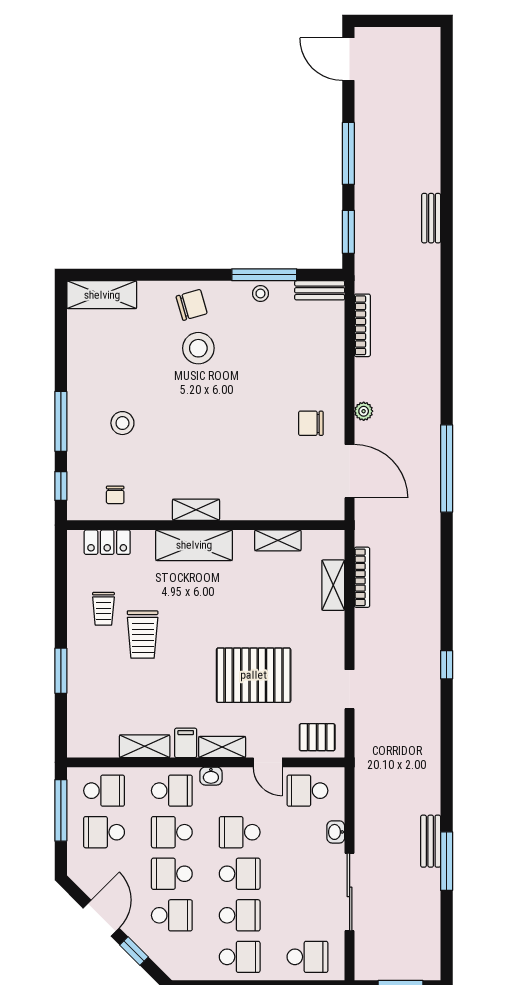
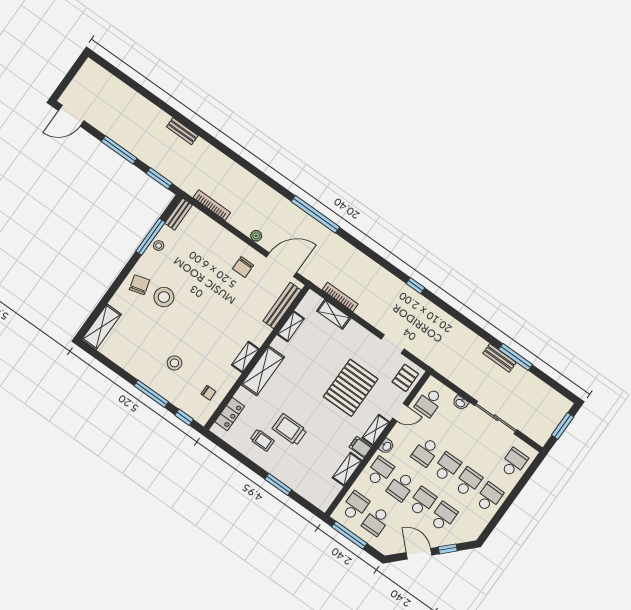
bench: (297, 510) -> (282, 305), added
trolley: (143, 634) -> (290, 430), turned 180
school desk: (172, 874) -> (422, 502), turned 180

